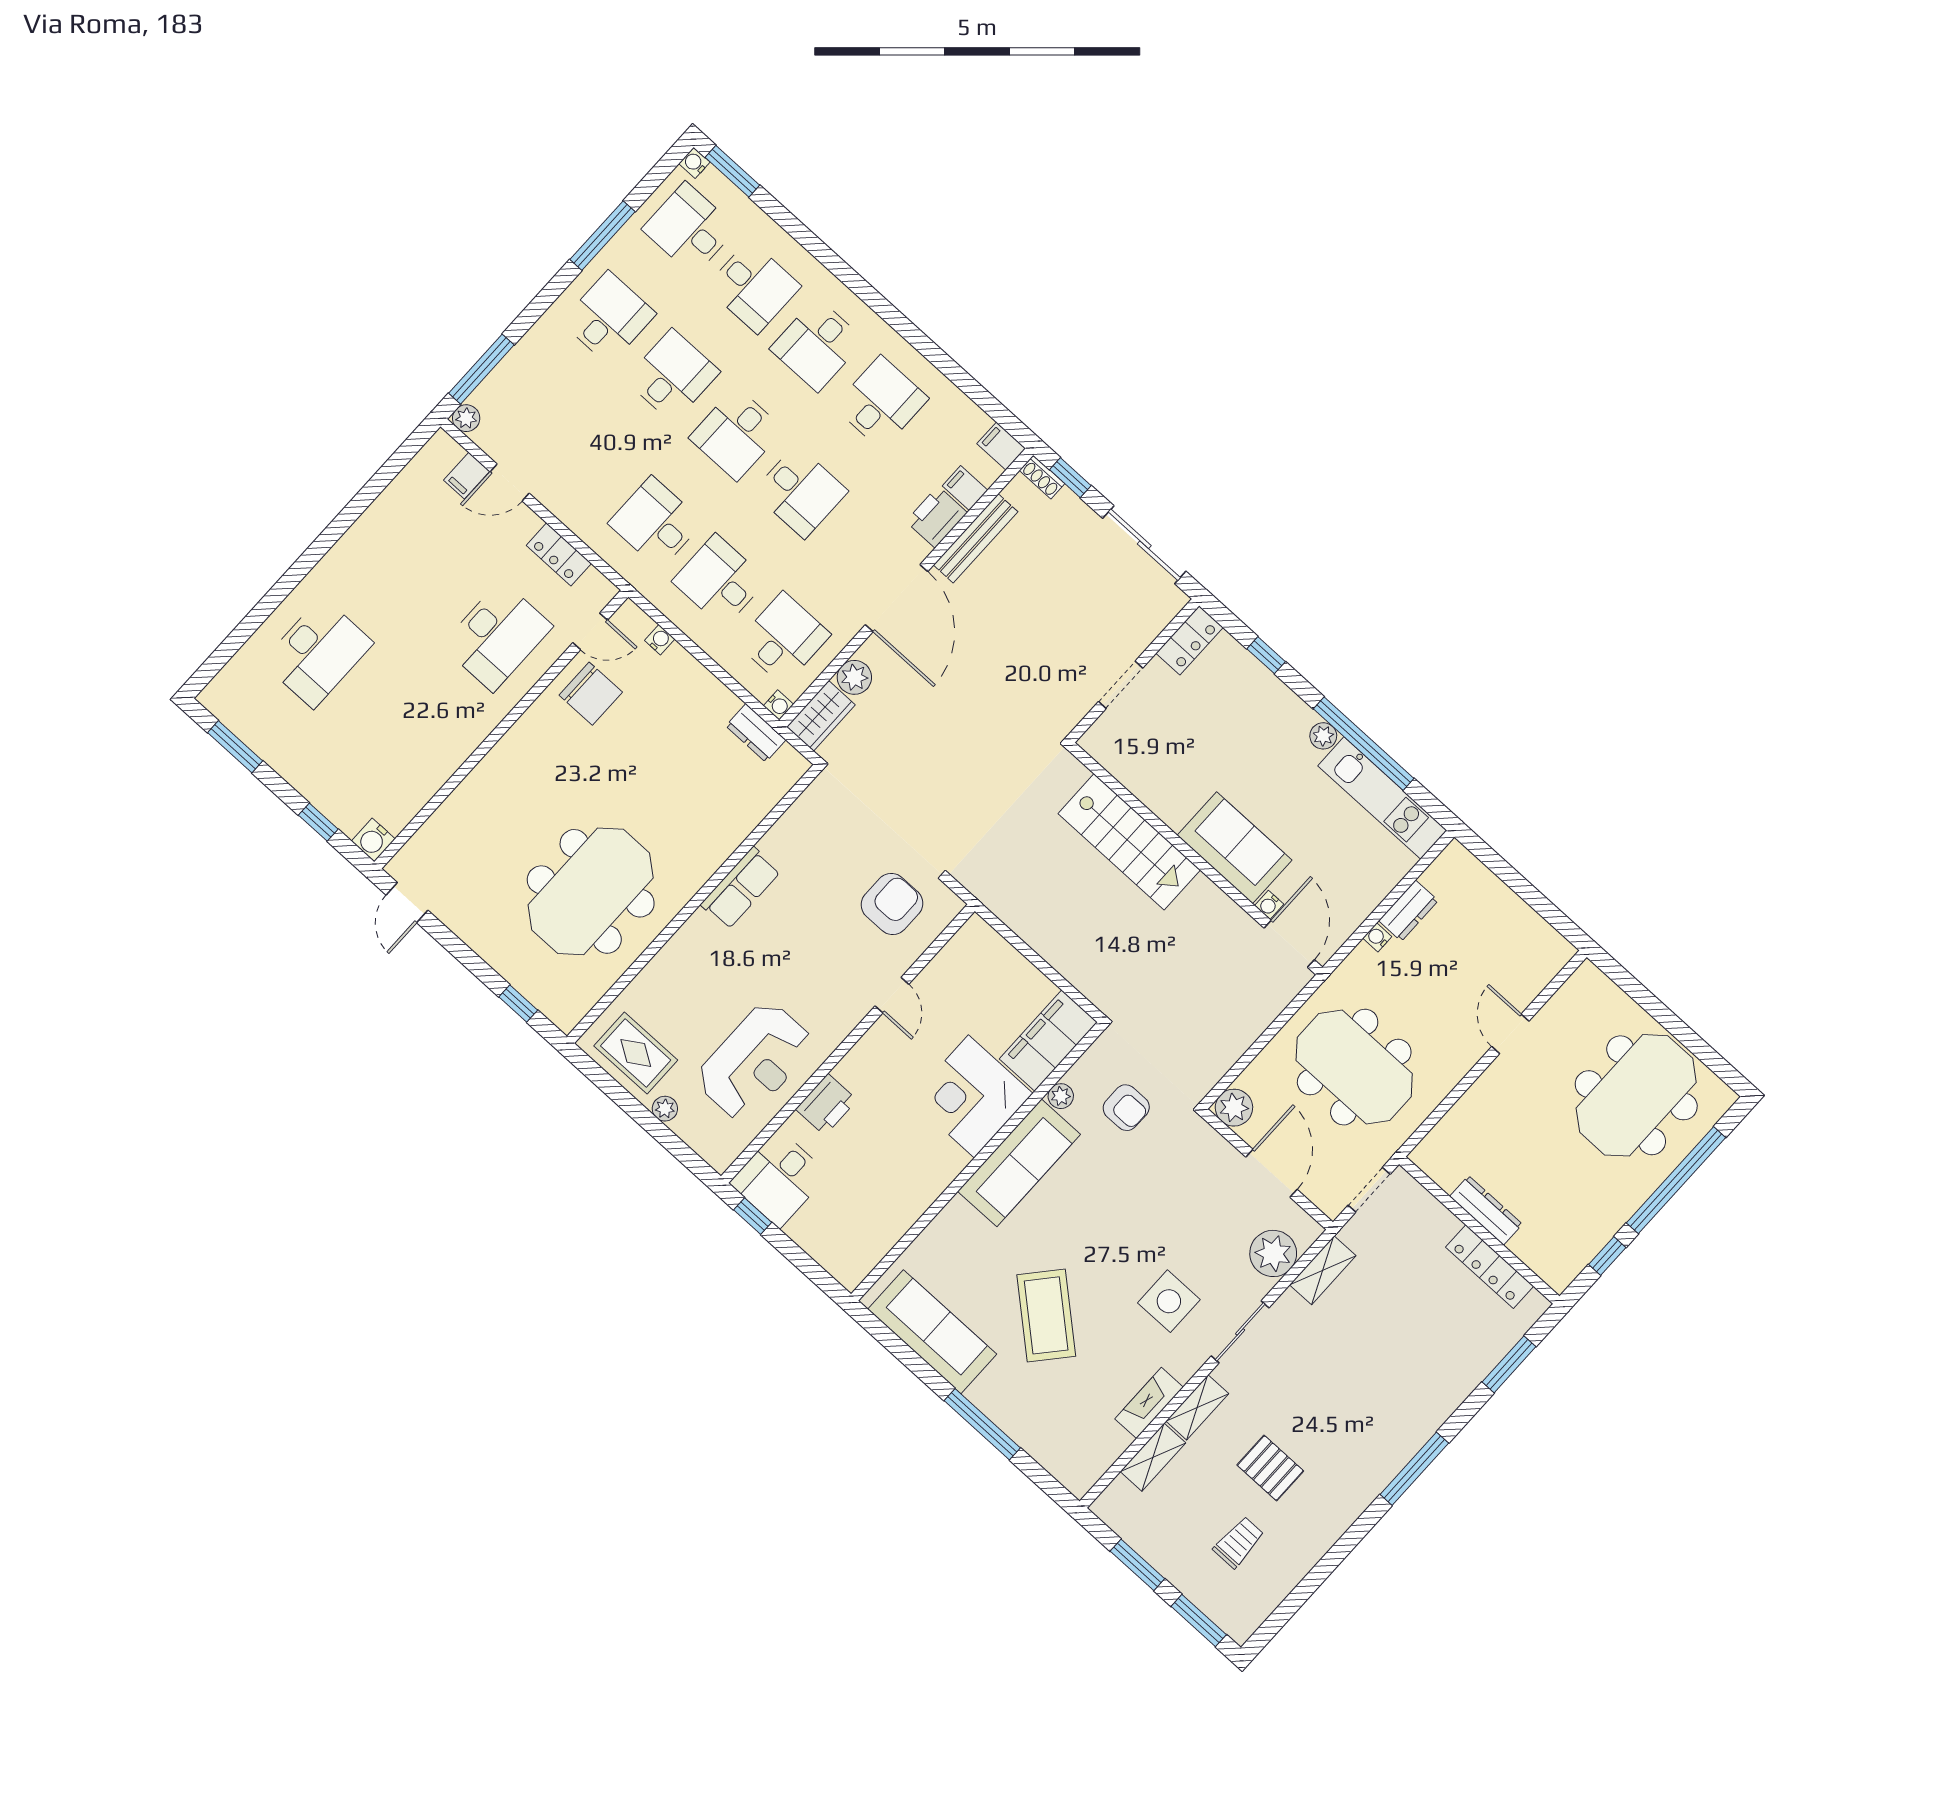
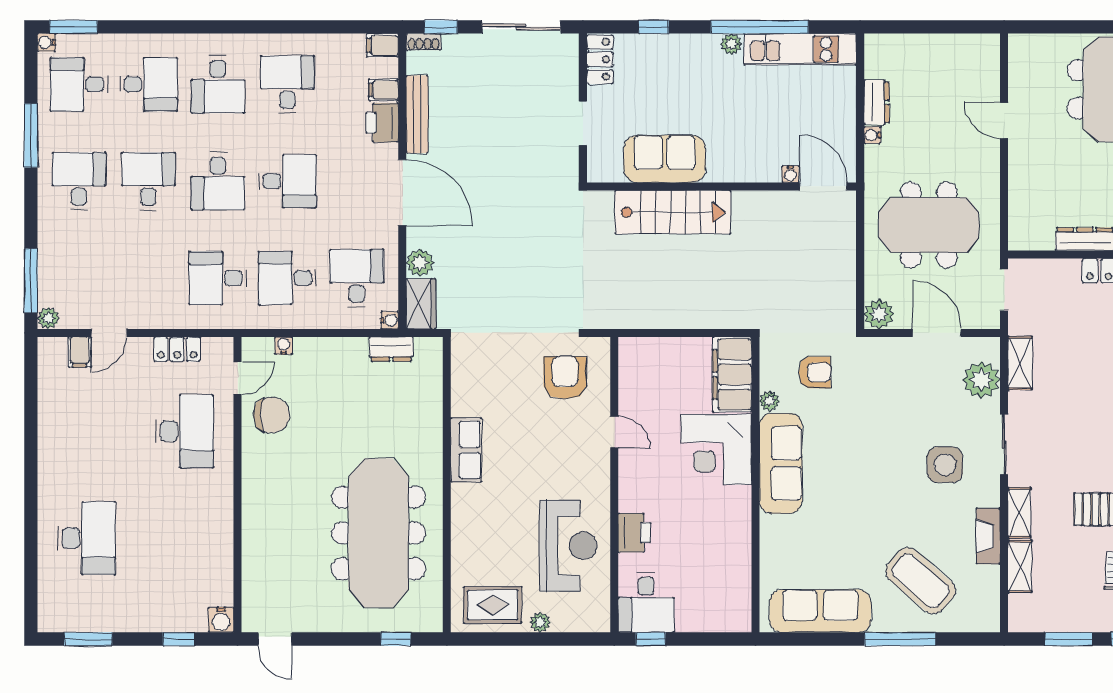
sofa: (1235, 848) -> (665, 159), moved
meeting table: (591, 891) -> (378, 533), width x1.36
coffee table: (1046, 1315) -> (921, 581), moved

